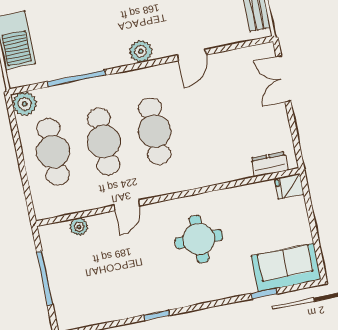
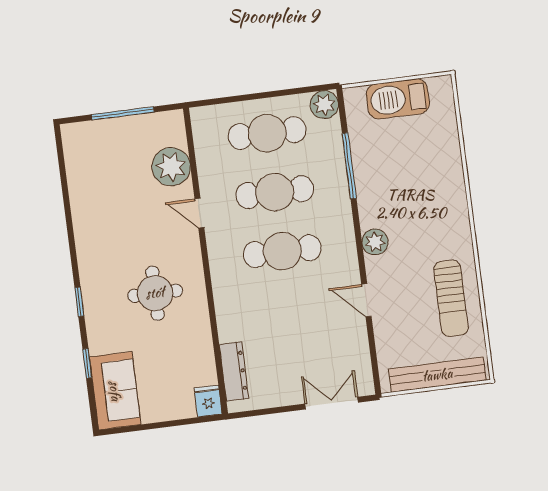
dresser: (269, 164) -> (234, 371), width x1.44
plant: (79, 227) -> (171, 167), width x1.87, depth x1.87
window: (157, 315) -> (79, 302), moved

